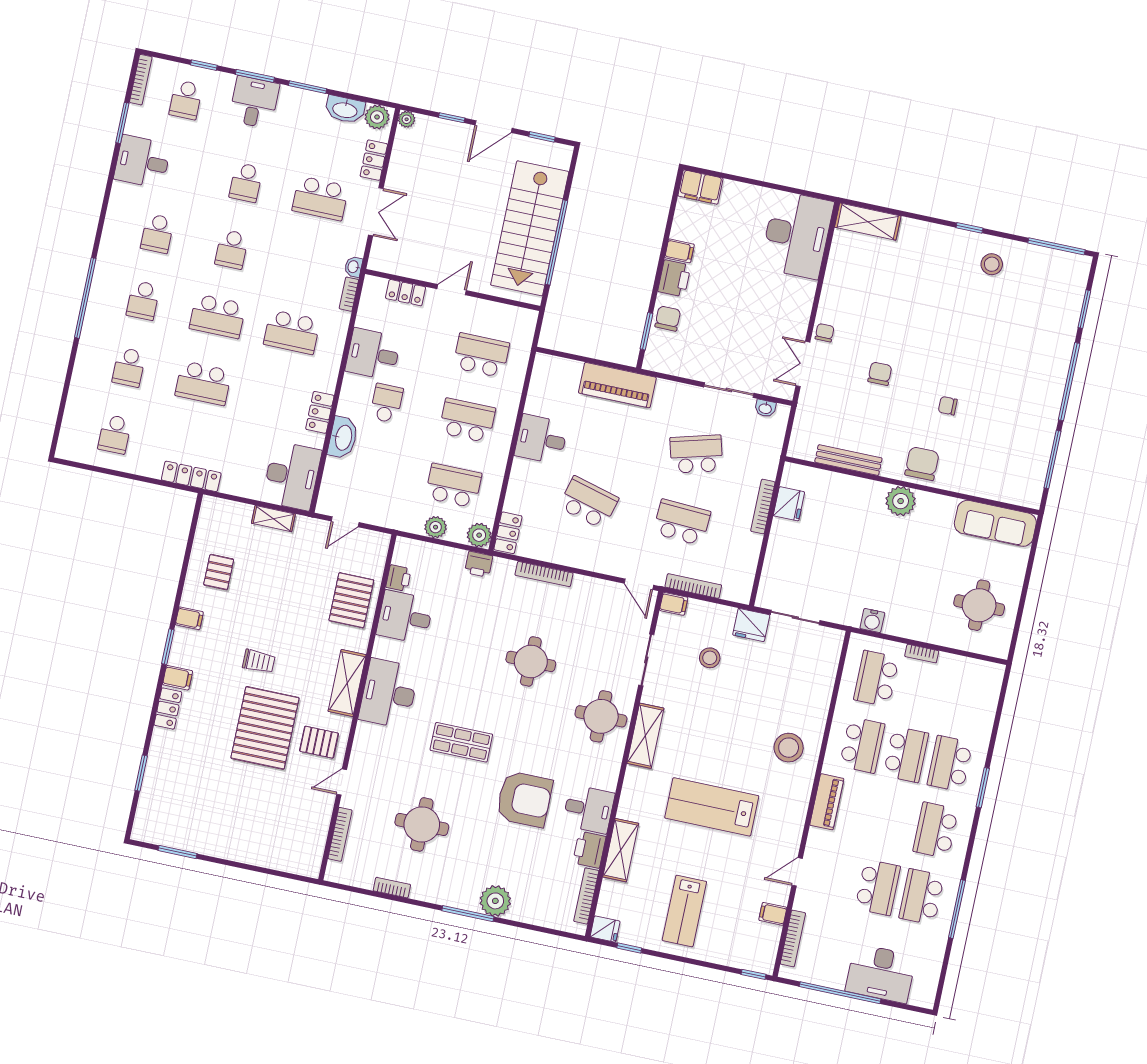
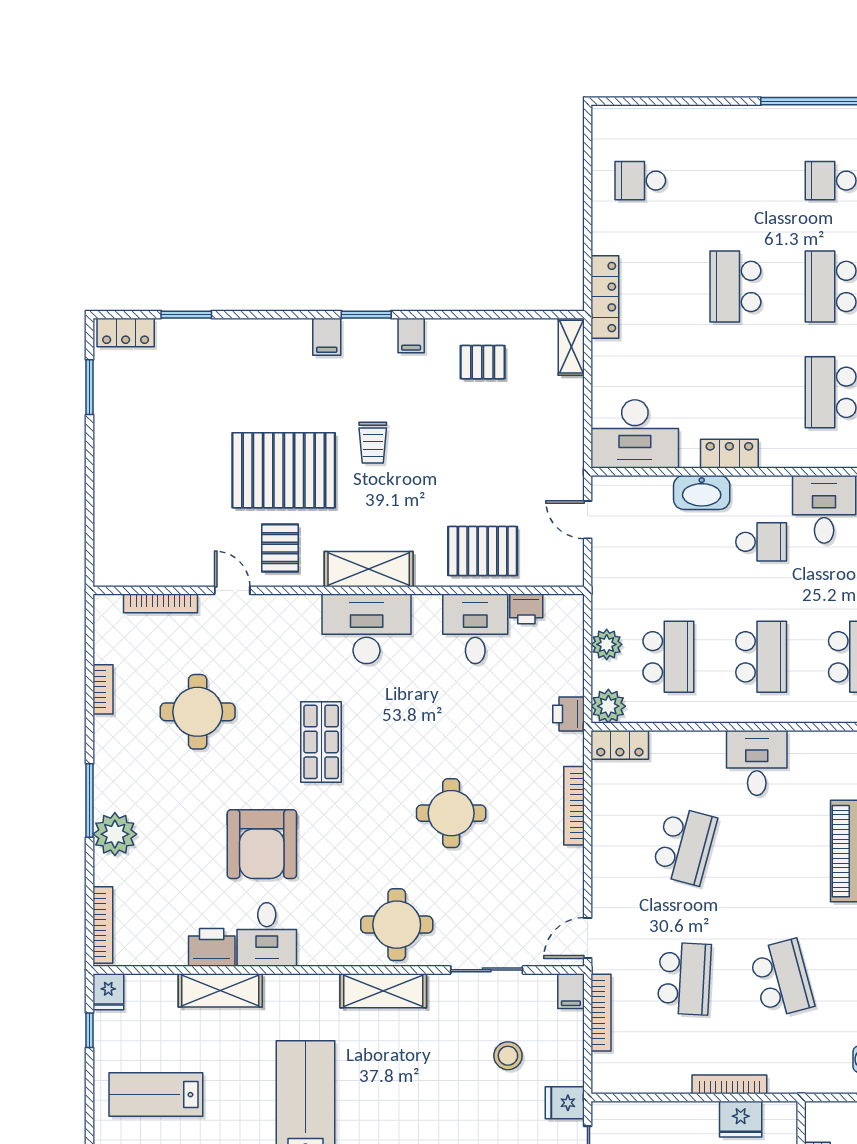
school desk: (129, 367) -> (735, 181), removed
shelving: (273, 519) -> (571, 347), moved
fridge: (751, 625) -> (565, 1103), width x0.72
locker: (168, 709) -> (126, 333), moved
bookcase: (586, 896) -> (103, 925), moved, turned 90

